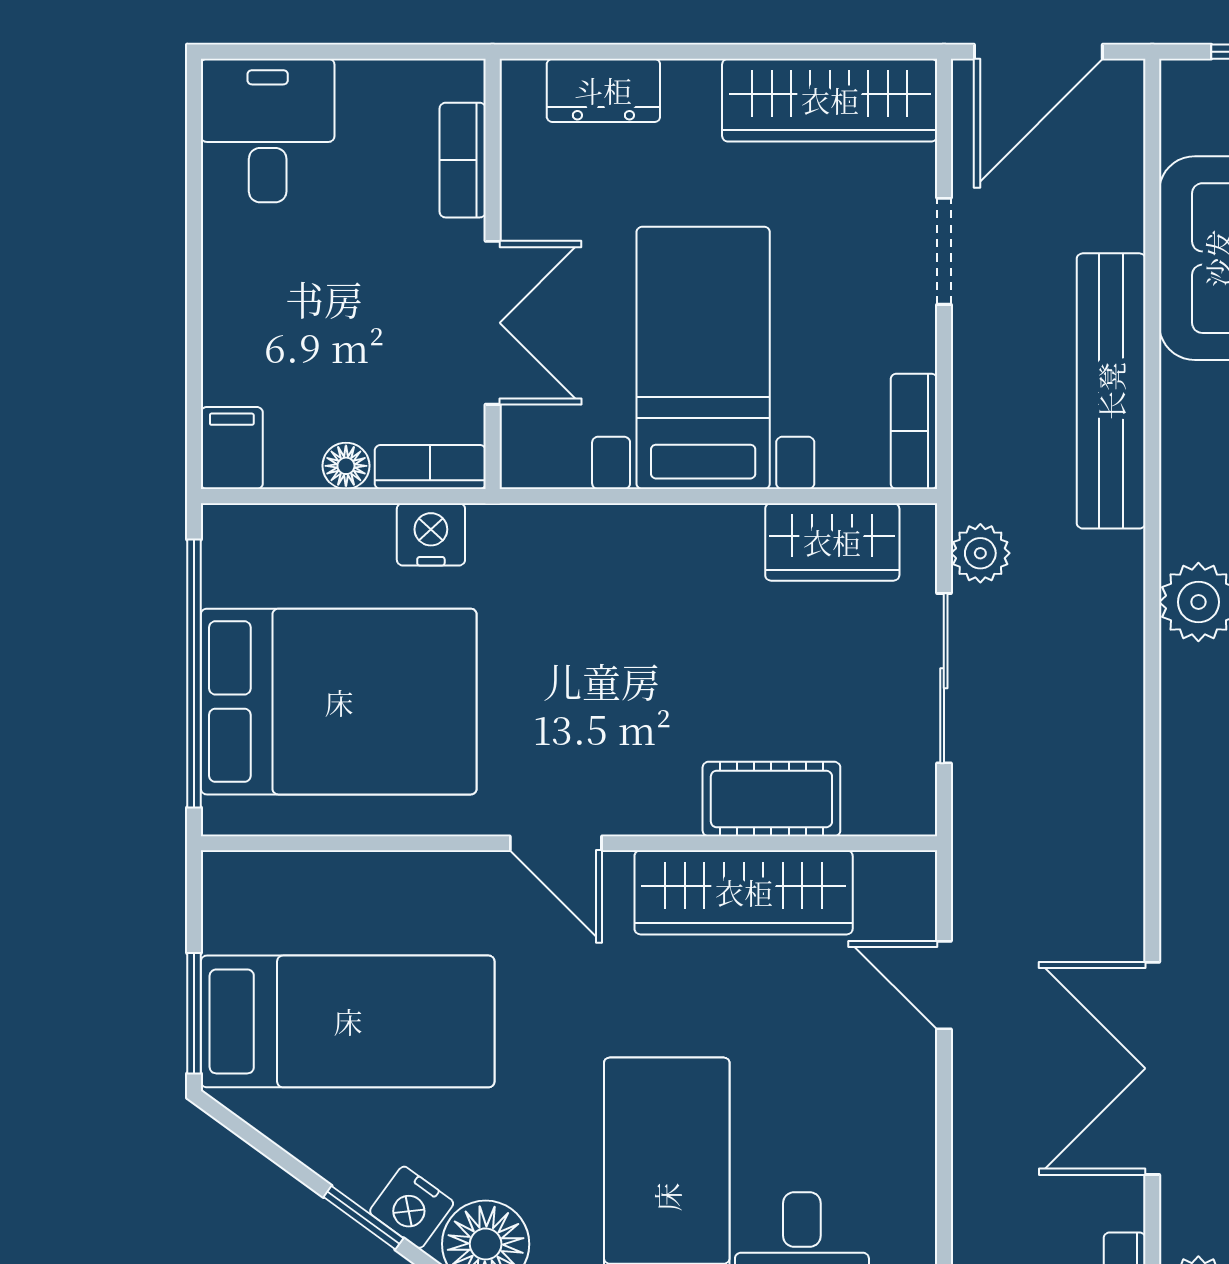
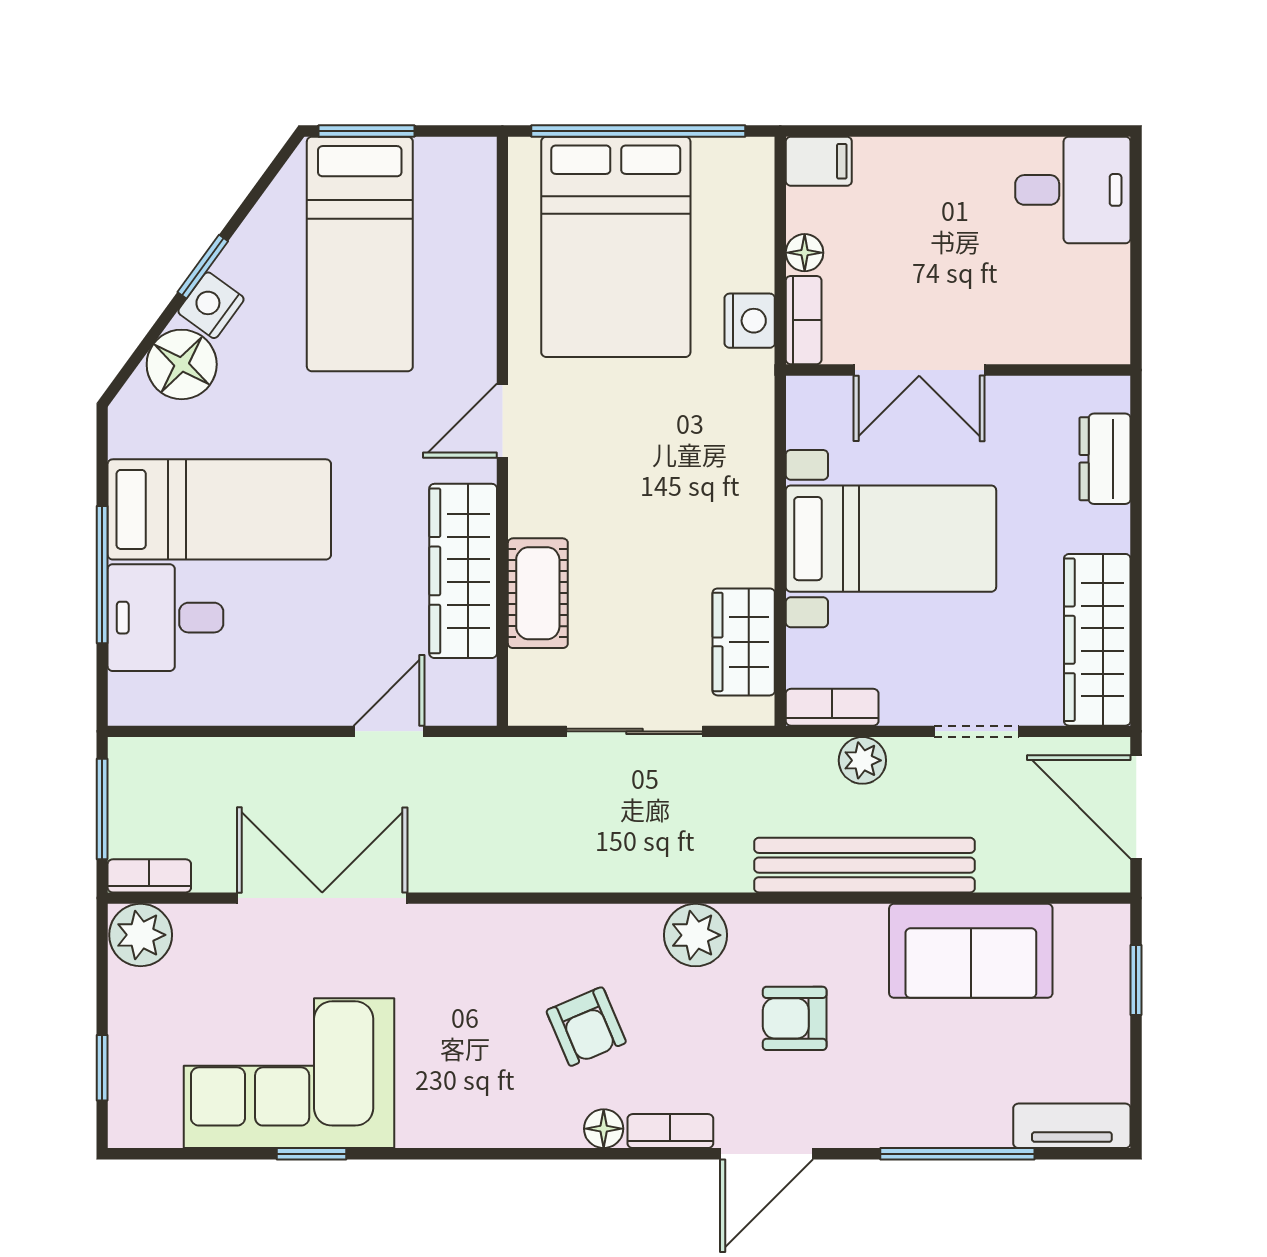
bookcase: (463, 160) -> (1049, 346), removed
plant: (980, 553) -> (862, 760), moved

